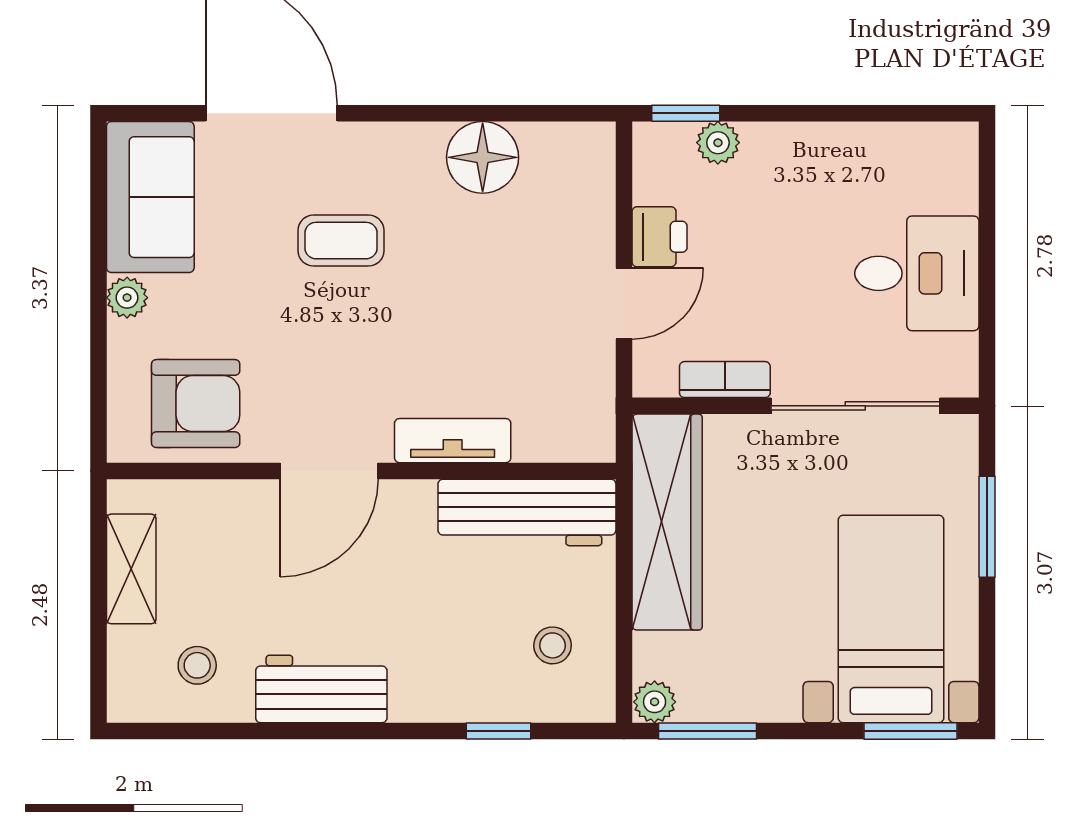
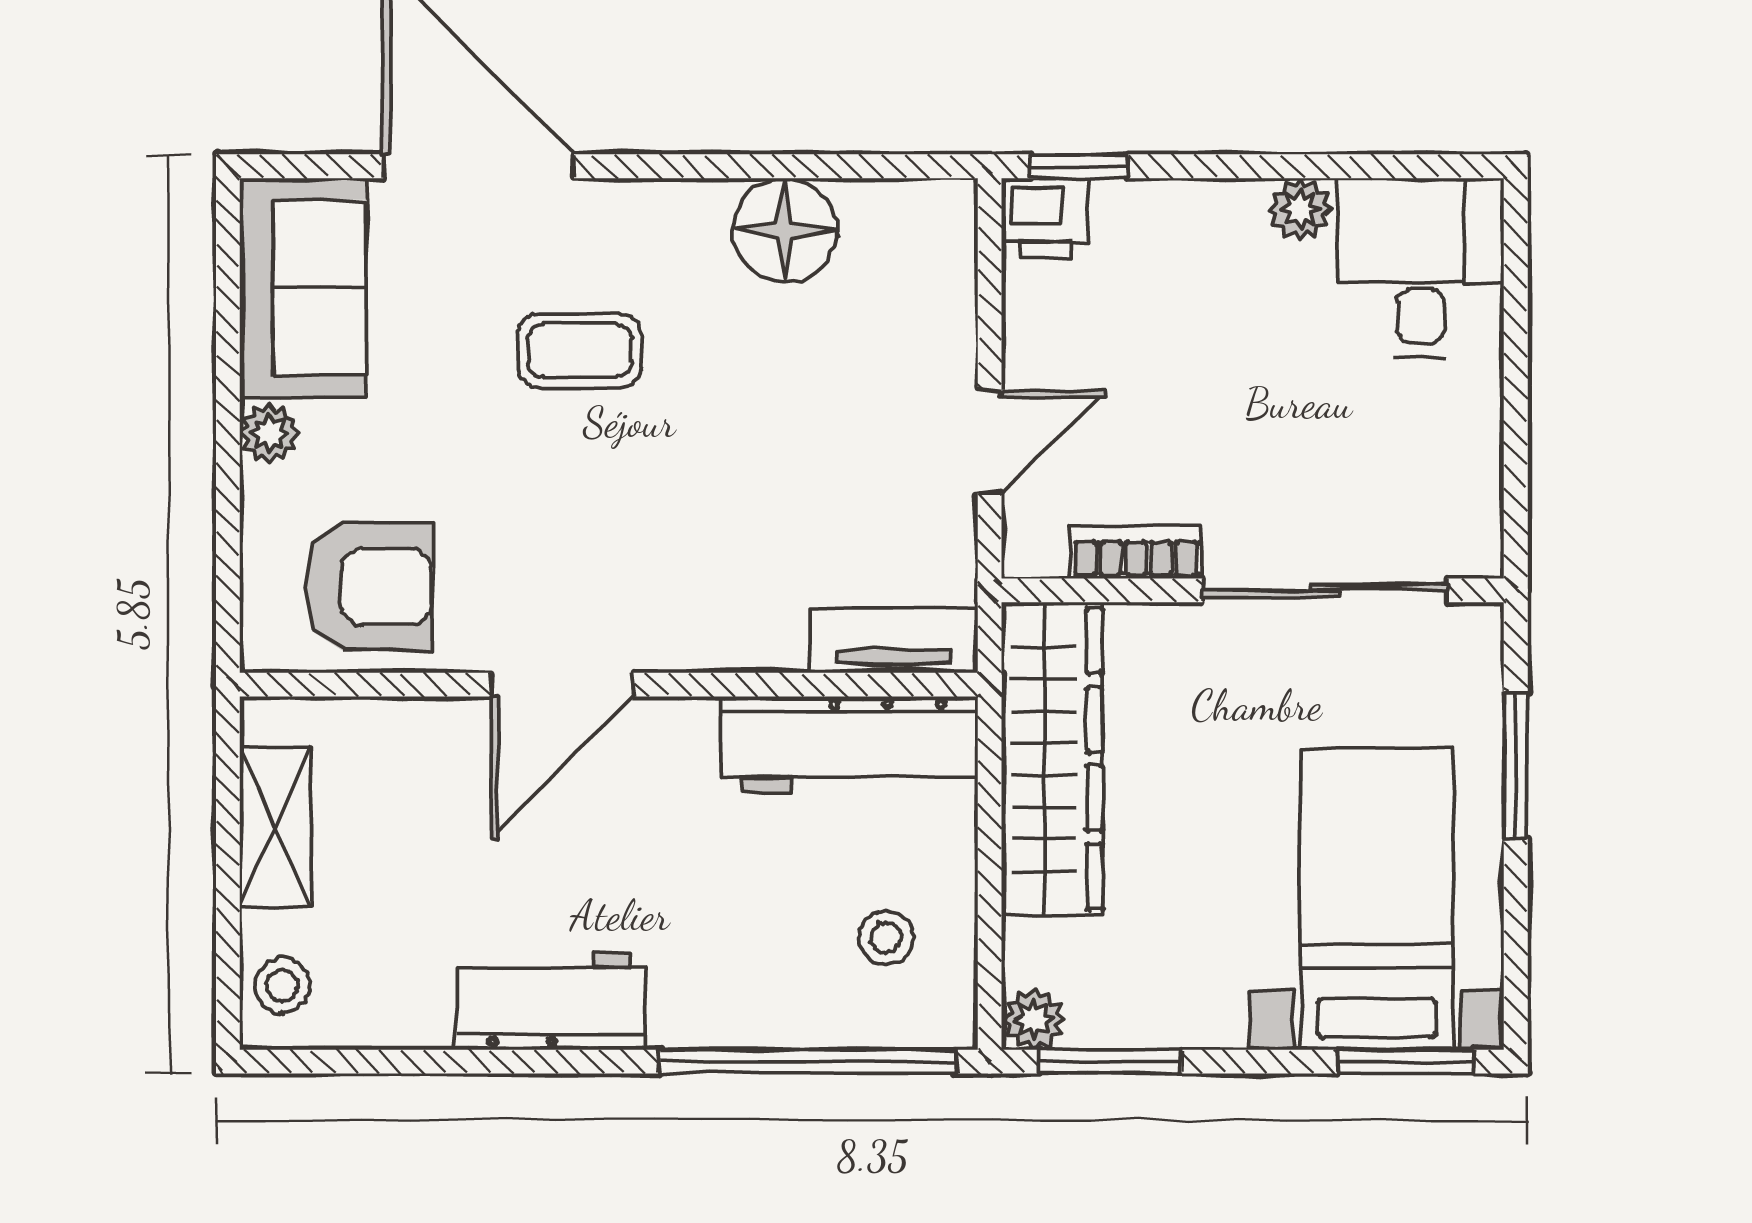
plant: (718, 143) -> (1300, 209), moved
printer: (659, 237) -> (1045, 218), moved, turned 90
desk: (917, 273) -> (1421, 268), moved, turned -90
tv unit: (453, 441) -> (894, 641), moved
stool: (197, 665) -> (282, 986), moved
window: (498, 731) -> (808, 1062), width x3.17

